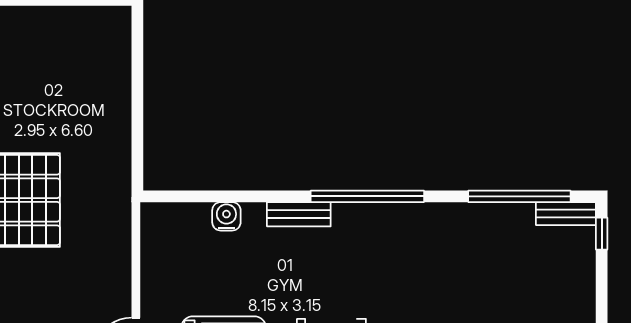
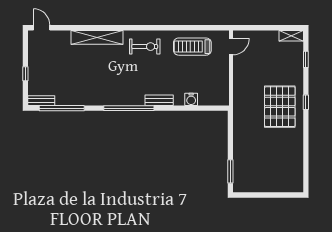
window: (137, 53) -> (230, 171), added
window: (602, 234) -> (25, 74), moved

